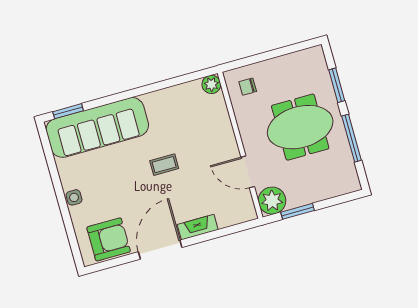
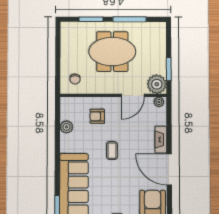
plant: (211, 84) -> (66, 127), moved
meeting table: (300, 127) -> (112, 52), turned 90
armchair: (205, 131) -> (97, 116), added
plant: (249, 210) -> (159, 102), added

